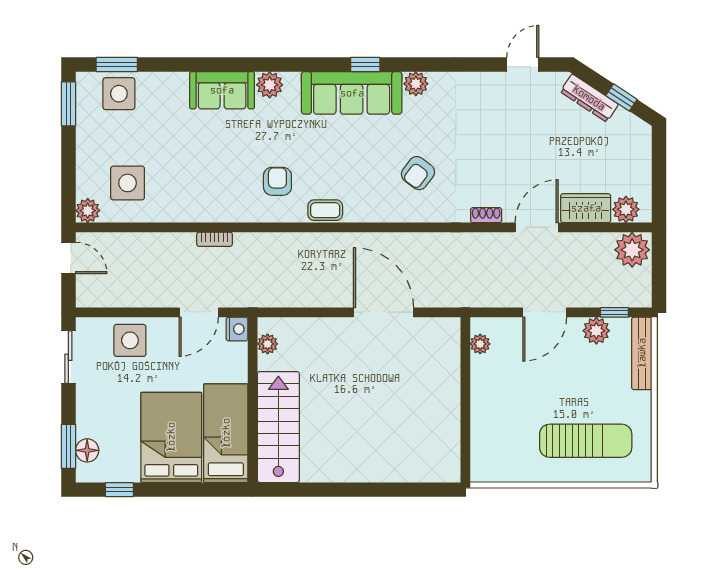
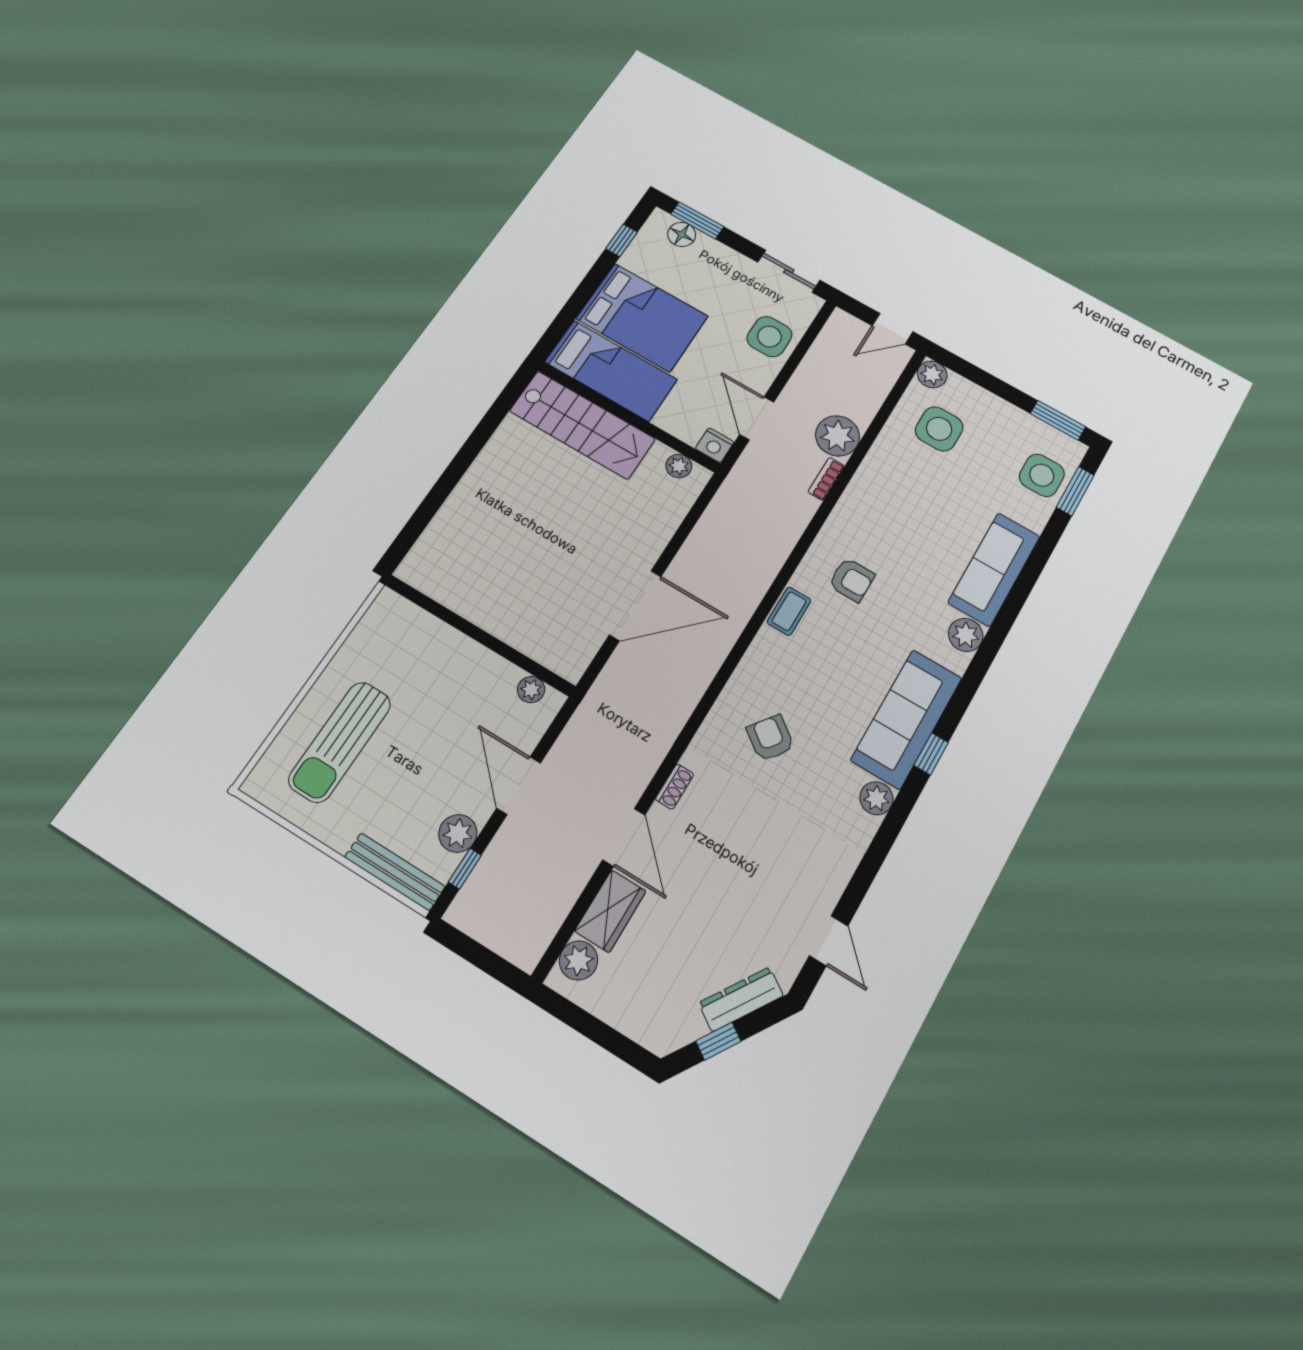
sofa: (222, 90) -> (994, 569), width x1.36
plant: (632, 250) -> (838, 436), moved

